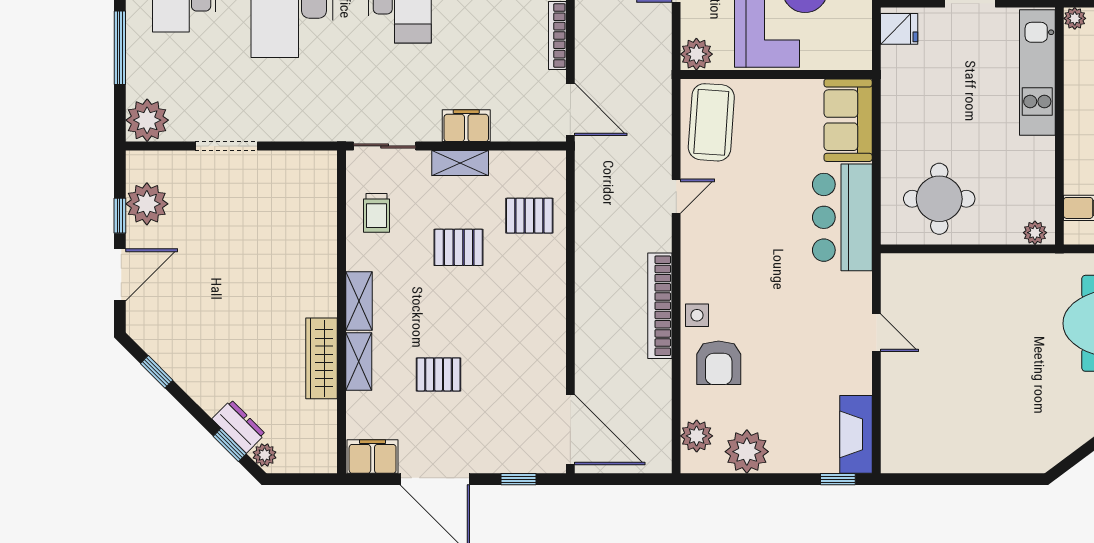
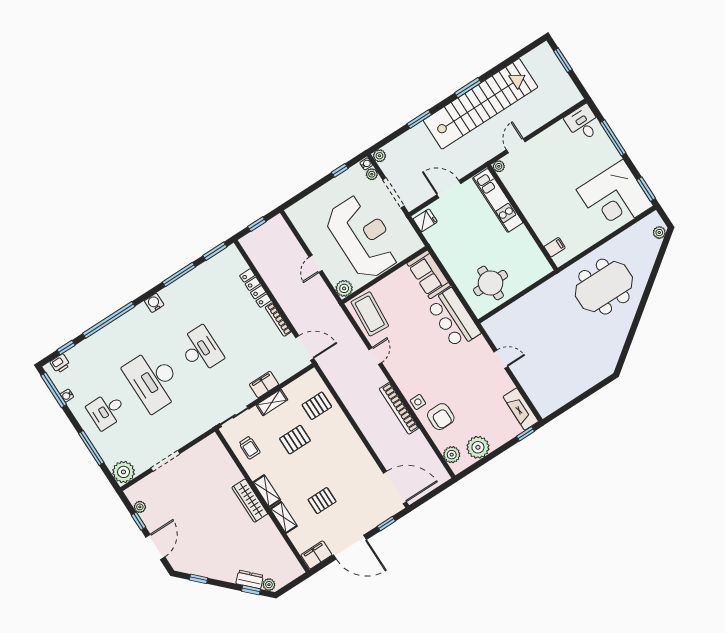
plant: (147, 204) -> (140, 507), width x0.53, depth x0.53
plant: (1035, 233) -> (542, 271), removed
wardrobe: (322, 358) -> (250, 501), moved

